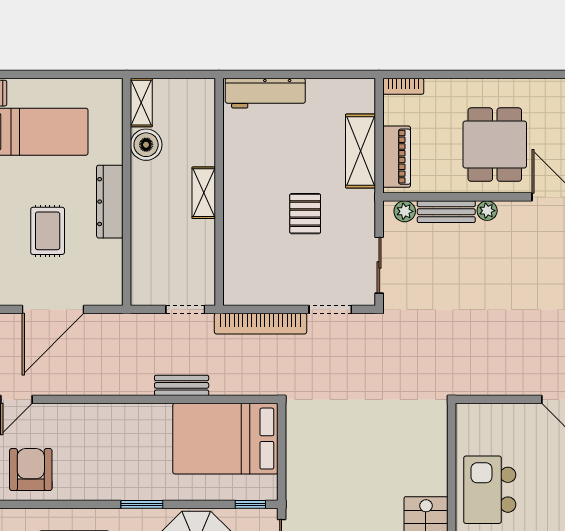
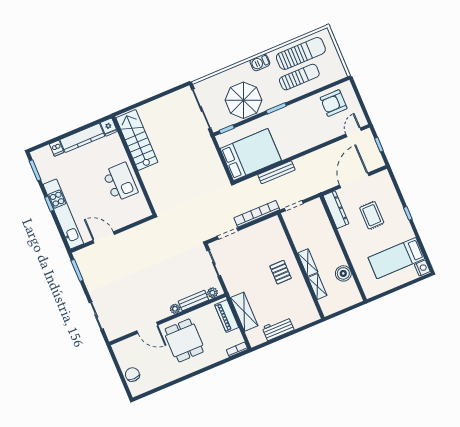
workbench: (265, 93) -> (278, 329), moved, width x0.73
shelving: (141, 103) -> (317, 287), moved
dresser: (110, 202) -> (336, 210), moved
pallet: (305, 214) -> (281, 272), moved
bench: (182, 385) -> (276, 172), width x1.36
armchair: (31, 470) -> (334, 103), turned 90

